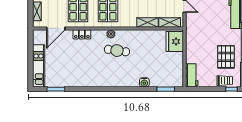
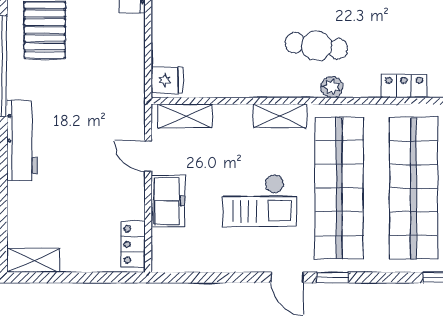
shelving: (147, 22) -> (280, 116), moved
fridge: (175, 42) -> (167, 80), width x0.53, depth x0.75

